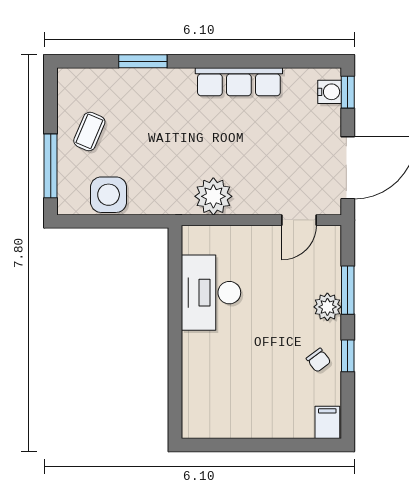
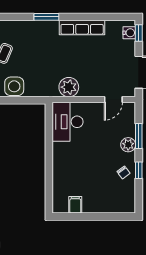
window: (143, 61) -> (46, 17), moved
desk: (211, 293) -> (68, 122), moved
filing cabinet: (327, 422) -> (75, 205), moved

